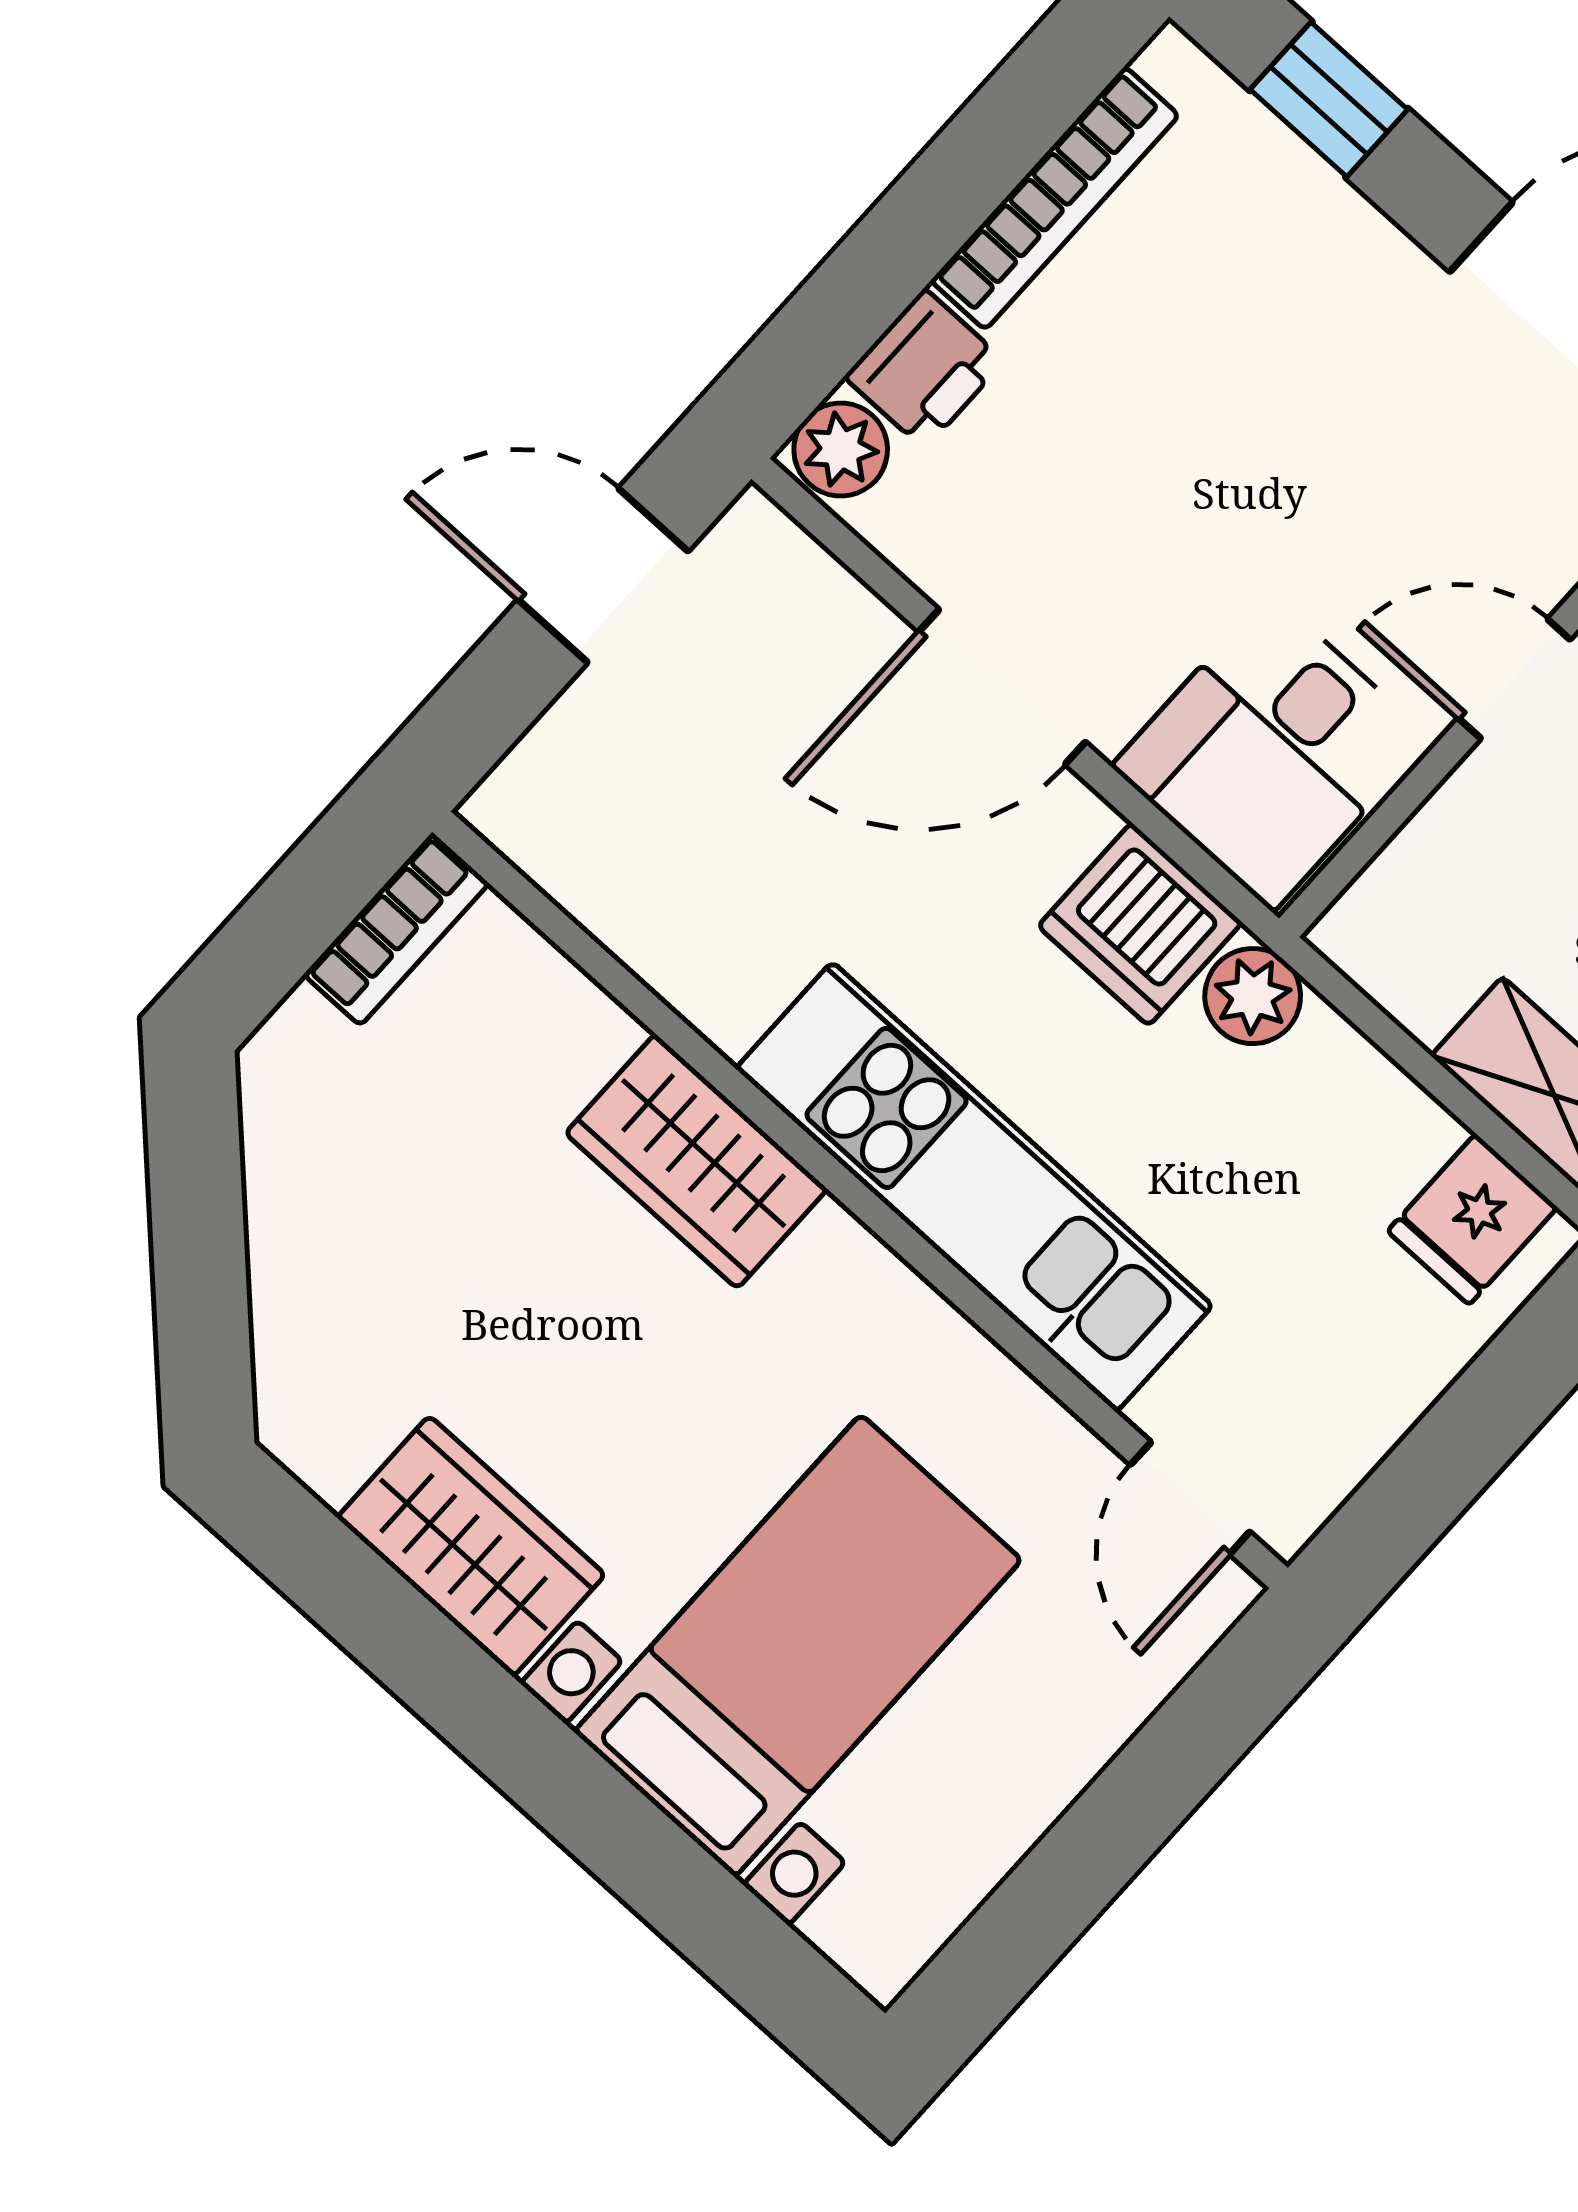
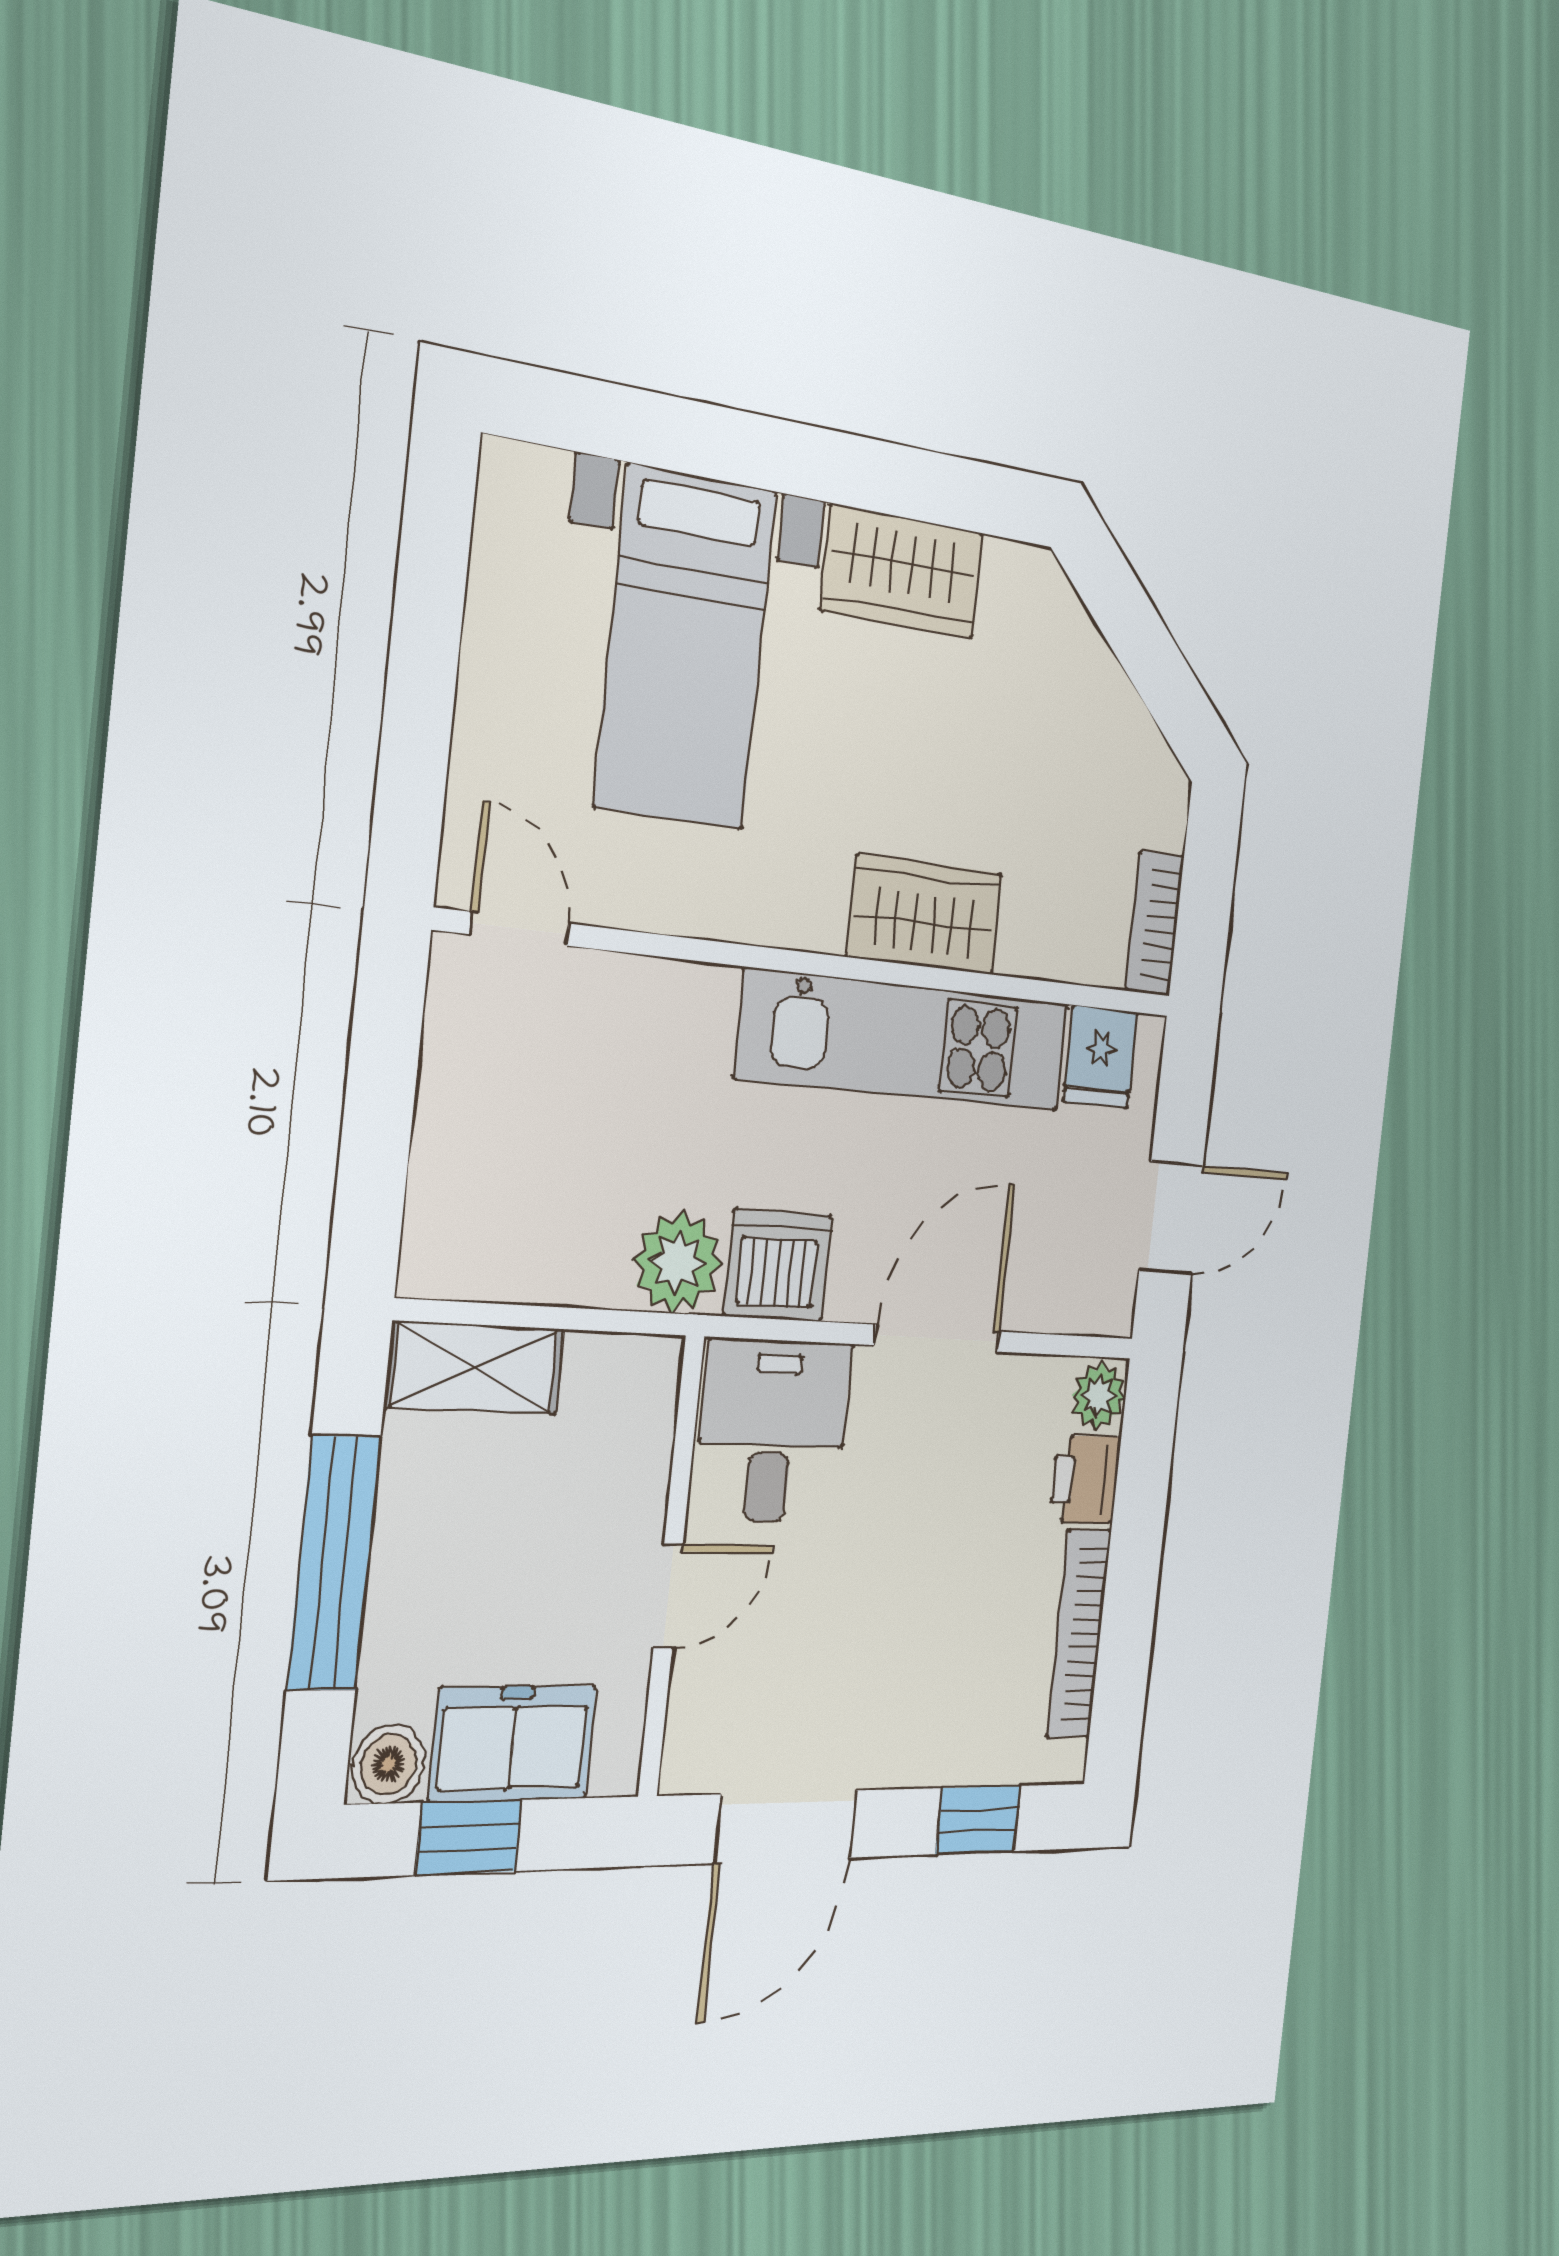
plant: (1253, 996) -> (678, 1262), width x1.38, depth x1.38
kitchen unit: (974, 1187) -> (905, 1041), moved
fridge: (1472, 1219) -> (1101, 1057), moved, turned 180

